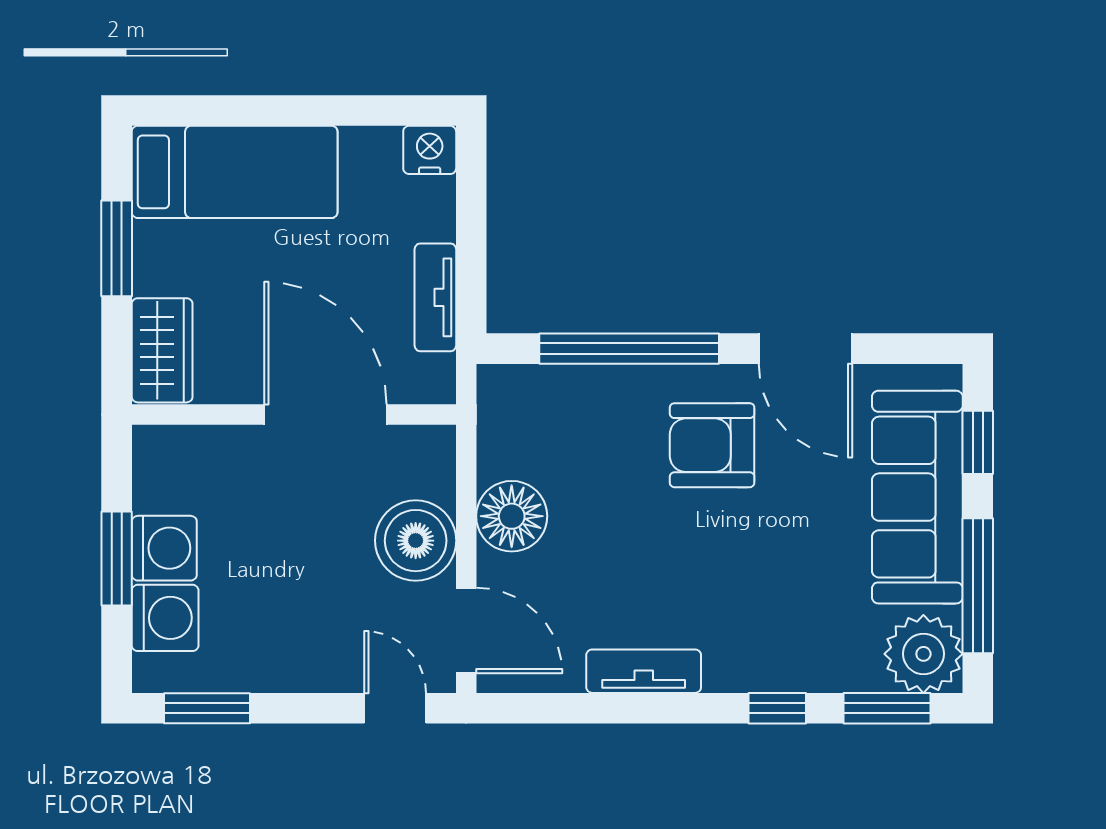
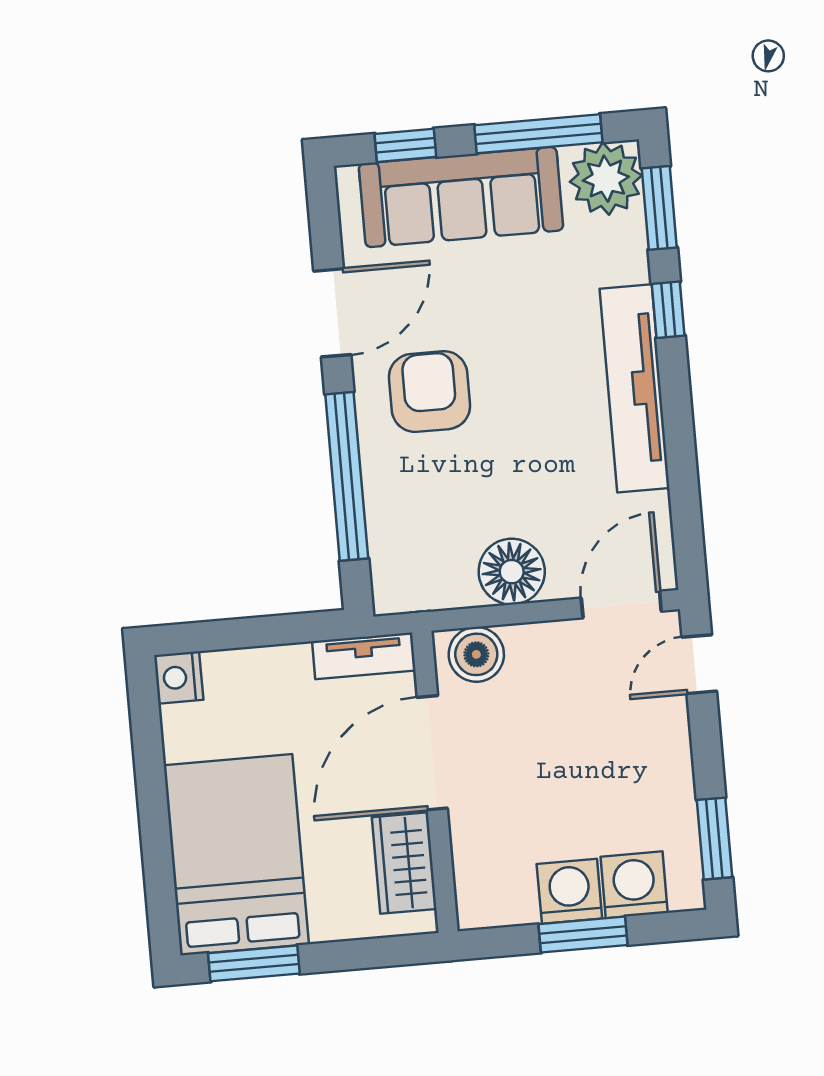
bed: (235, 172) -> (236, 855), width x1.50
window: (117, 248) -> (254, 963), moved
tv unit: (435, 297) -> (364, 656), moved
wardrobe: (162, 350) -> (404, 863), moved, turned -90
armchair: (712, 445) -> (430, 392), turned 180
boiler: (416, 541) -> (476, 654), moved, width x0.73, depth x0.73
tv unit: (644, 671) -> (635, 388), width x1.92, depth x1.29

